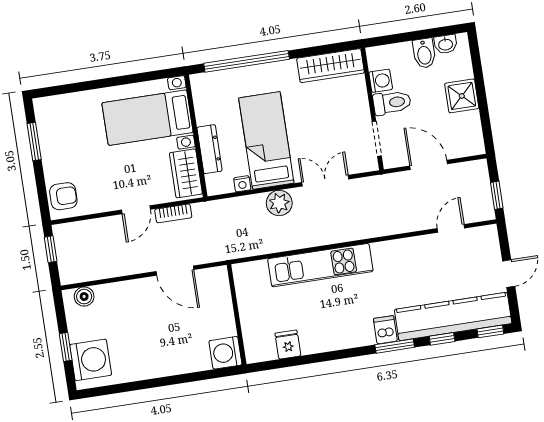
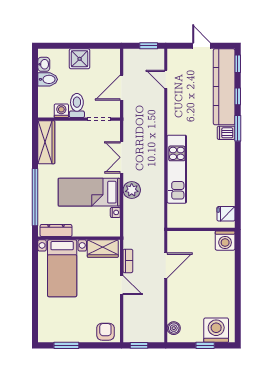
dresser: (209, 149) -> (56, 231), moved
fridge: (288, 345) -> (226, 214), moved

